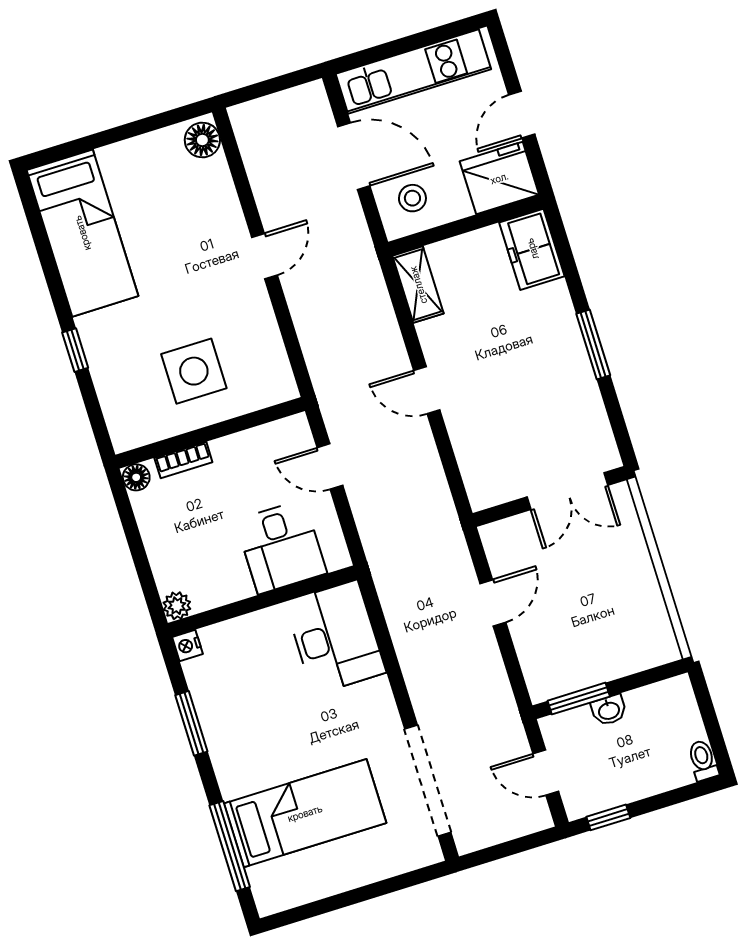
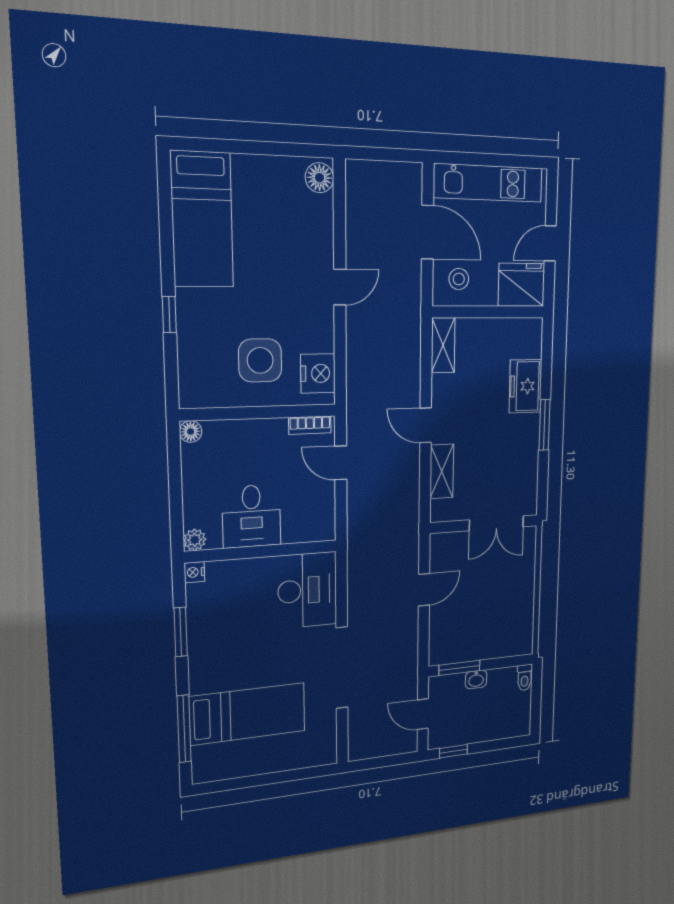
freezer: (532, 249) -> (525, 386), moved
nightstand: (268, 366) -> (318, 373), added
shelving: (468, 443) -> (442, 471), added
bookcase: (183, 460) -> (310, 425), moved
desk: (281, 547) -> (252, 516), moved
toilet: (703, 760) -> (525, 678), moved, turned 180
doorway: (428, 781) -> (342, 668), moved

